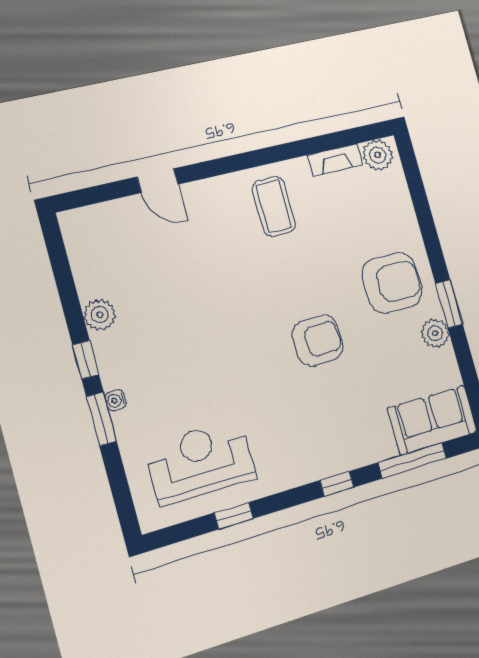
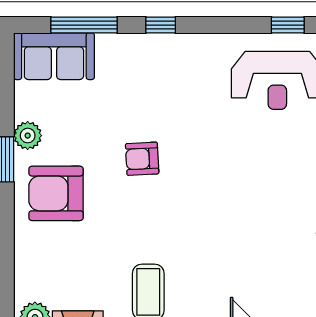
armchair: (317, 341) -> (142, 159), width x0.72, depth x0.72
window: (234, 516) -> (288, 25), moved

